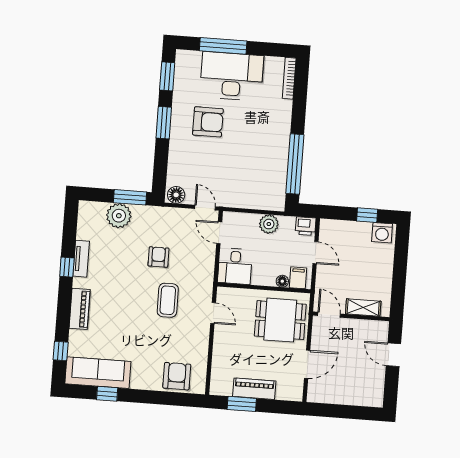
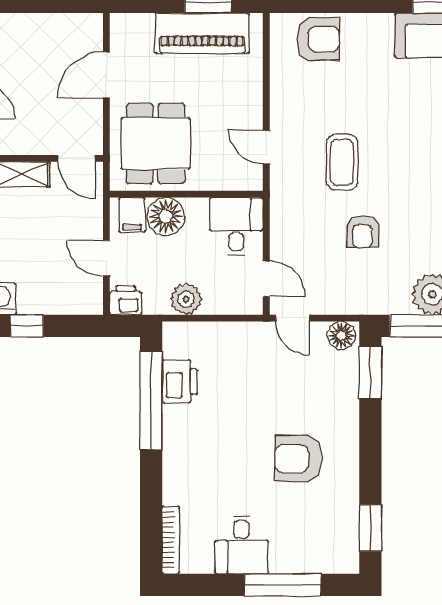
desk: (232, 76) -> (242, 545), width x0.53, depth x0.77
window: (164, 123) -> (370, 373), moved
printer: (276, 174) -> (180, 381), added
floor lamp: (282, 281) -> (166, 216), width x1.89, depth x1.89
dining table: (280, 320) -> (156, 144), turned 90
armchair: (177, 376) -> (318, 39), turned -90
piano: (254, 389) -> (202, 33), width x1.37, depth x1.33

